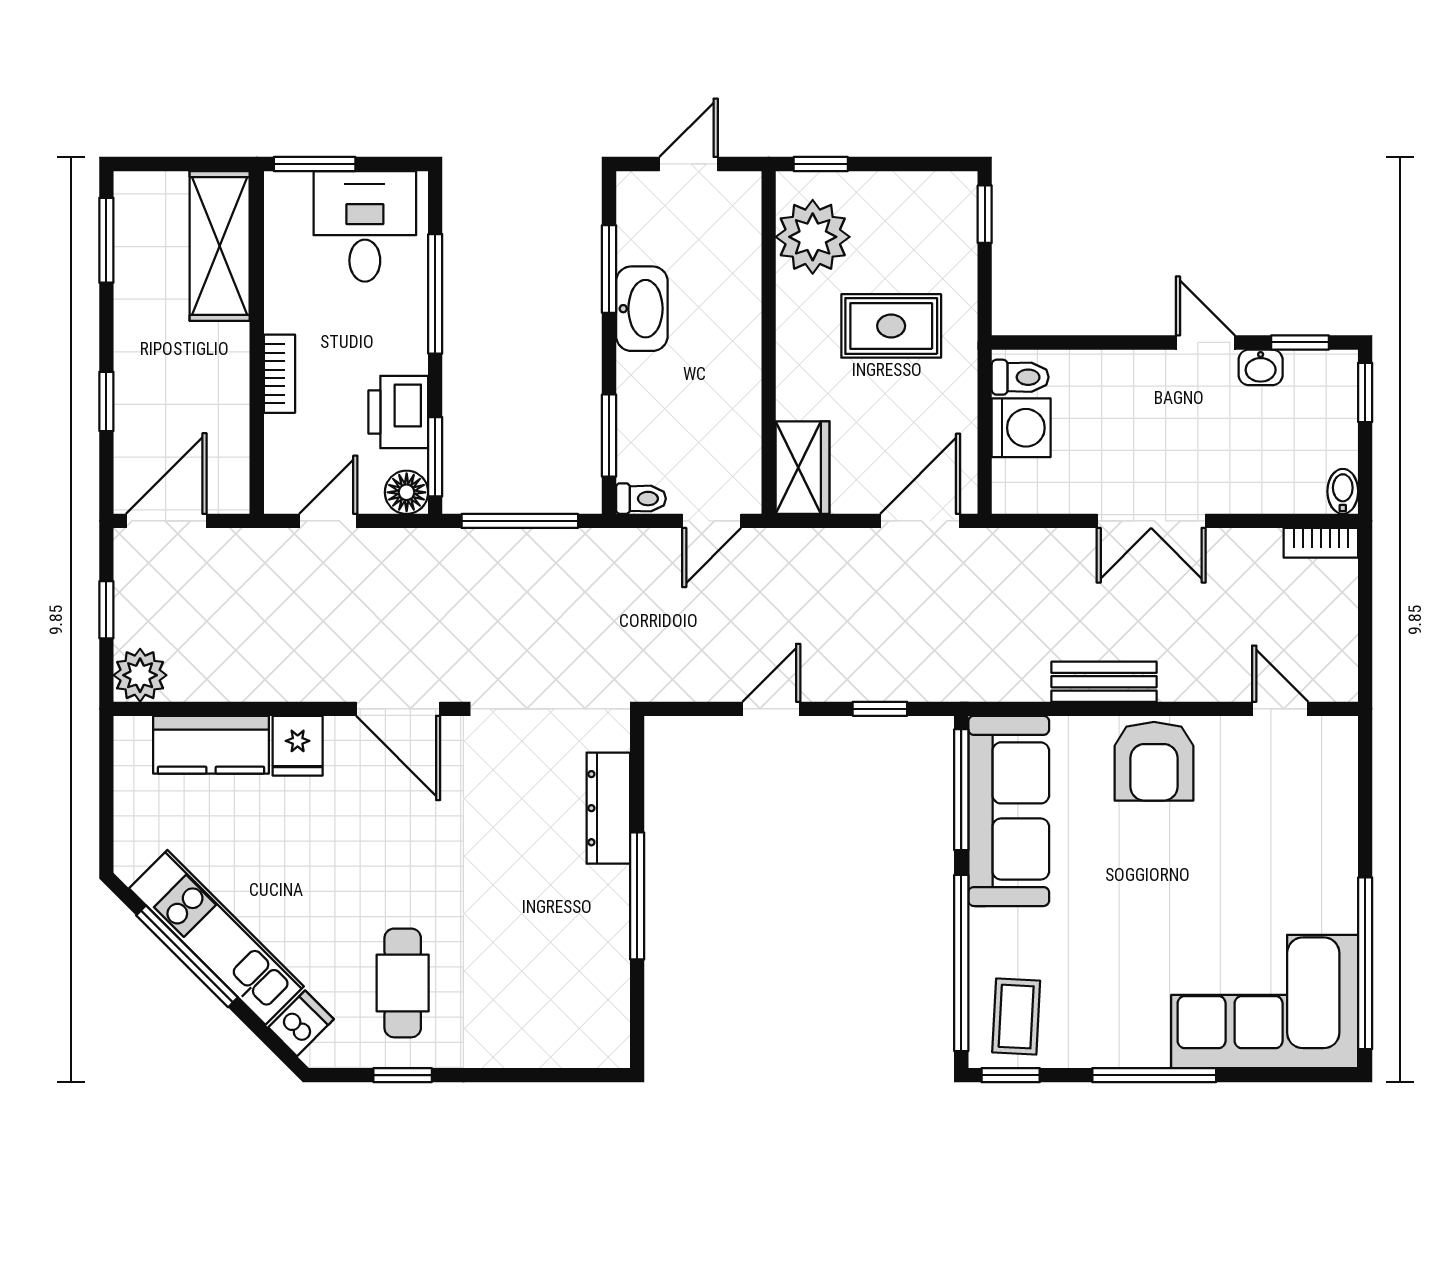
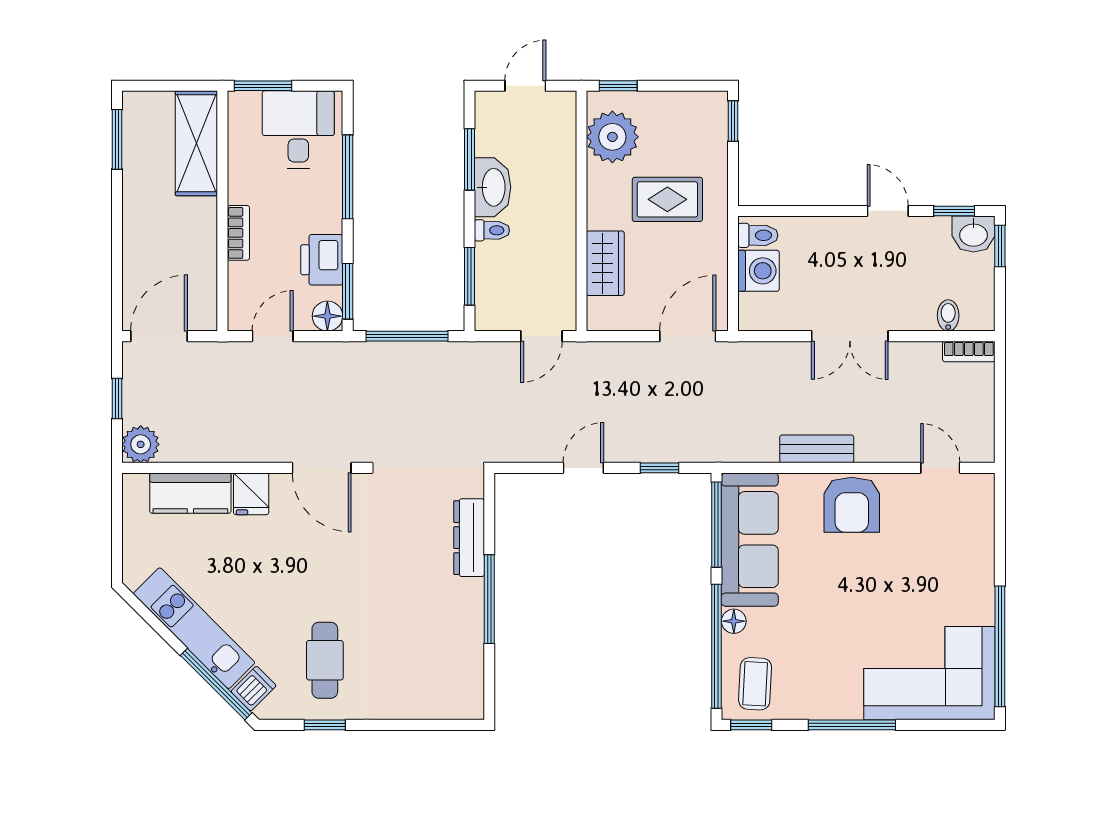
washbasin: (1261, 367) -> (974, 234), moved, width x1.38, depth x1.45
window: (106, 401) -> (117, 252), removed
wardrobe: (803, 468) -> (605, 263), moved
bidet: (1343, 491) -> (948, 315), moved
toilet: (641, 499) -> (492, 230), moved
floor lamp: (986, 927) -> (734, 621), added
window: (187, 956) -> (216, 684), moved

